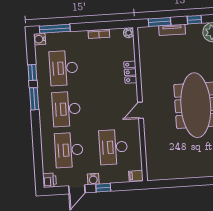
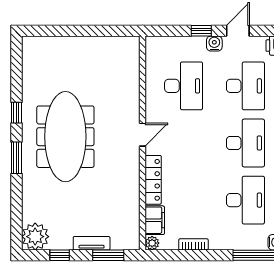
locker: (130, 72) -> (153, 180), width x1.53
filing cabinet: (136, 176) -> (155, 220), moved, width x2.00

